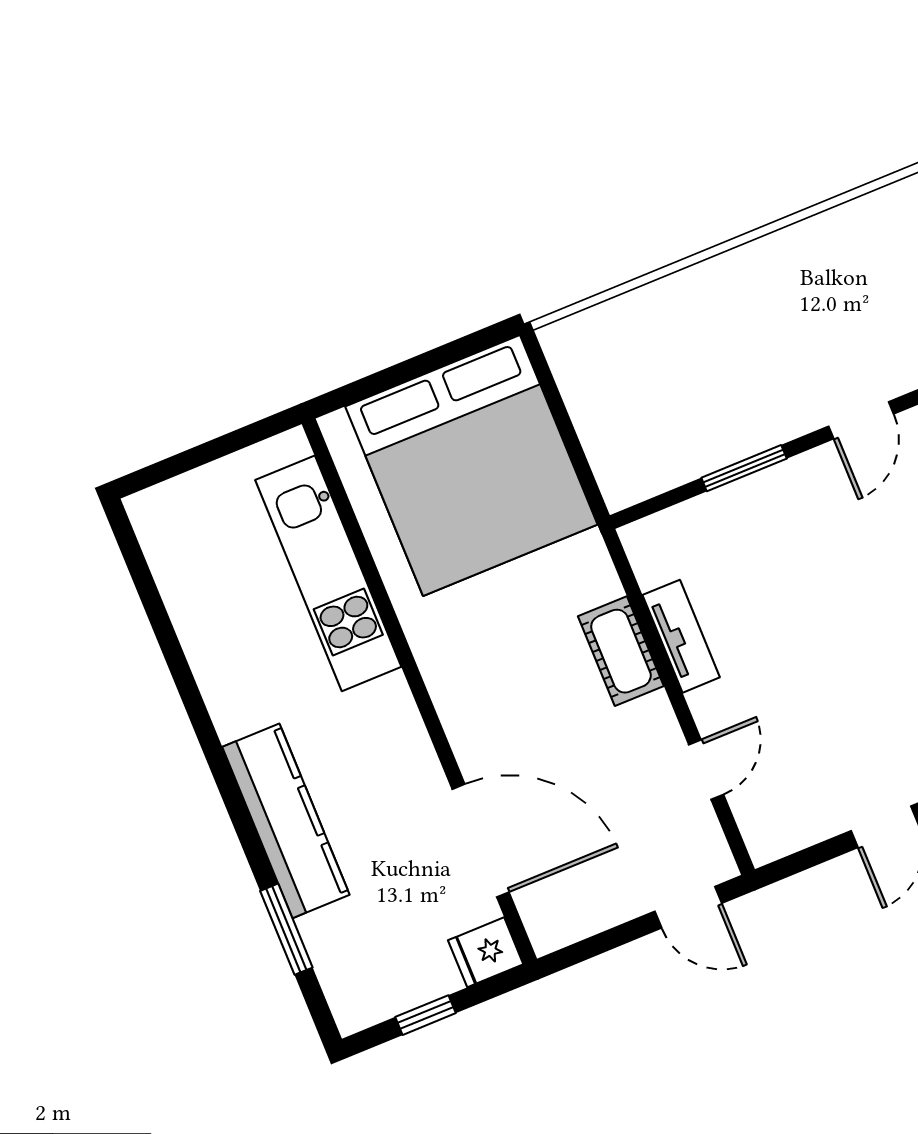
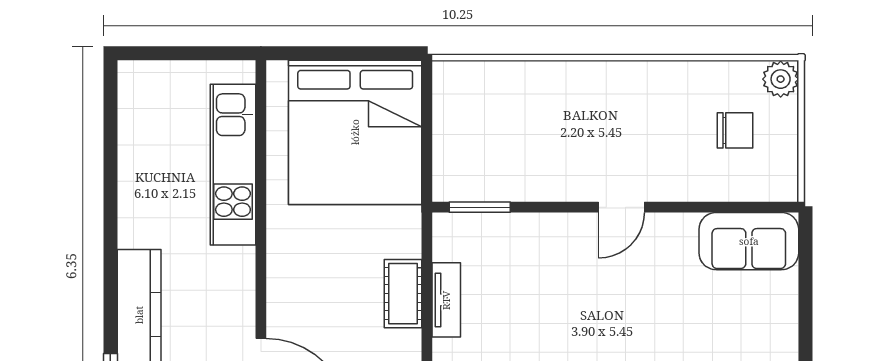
window: (744, 468) -> (480, 207), moved

